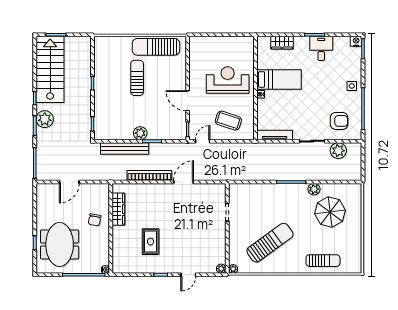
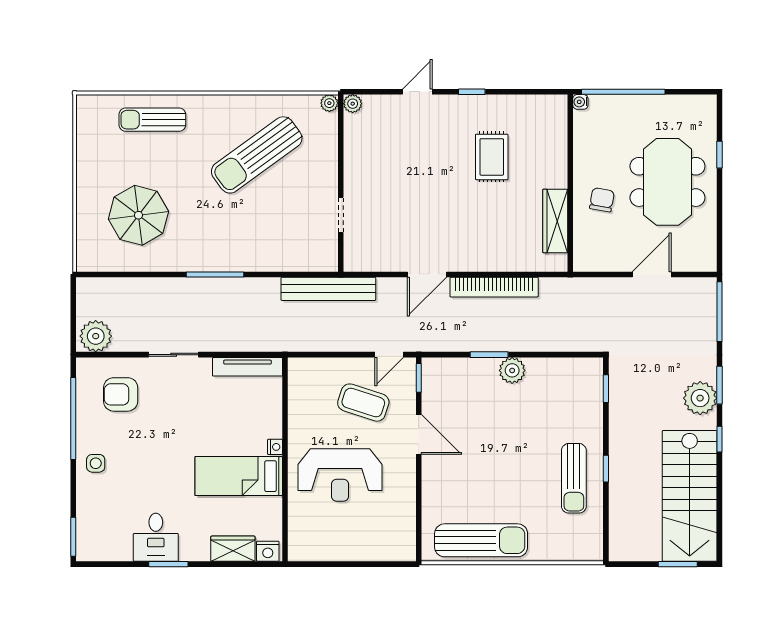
nightstand: (356, 41) -> (268, 551), moved
sun lounger: (137, 78) -> (574, 478), moved
coffee table: (228, 121) -> (363, 403), moved
bench: (125, 148) -> (328, 289), moved
plant: (338, 151) -> (96, 336), moved
plant: (314, 189) -> (170, 260), removed
meeting table: (60, 244) -> (667, 182), moved

